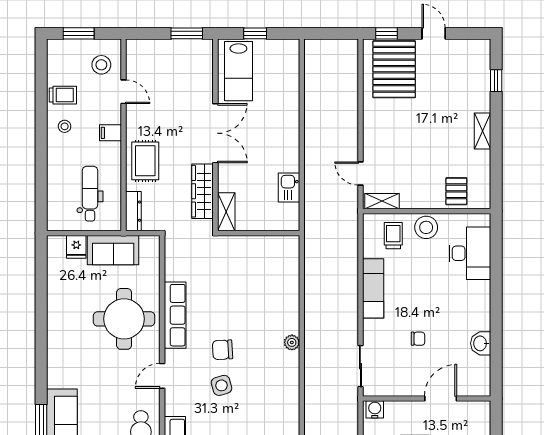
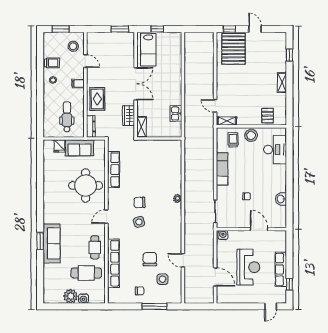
wardrobe: (203, 191) -> (129, 116), width x0.67
row of seats: (175, 315) -> (114, 170), moved
door: (441, 398) -> (259, 229), hinge flipped

